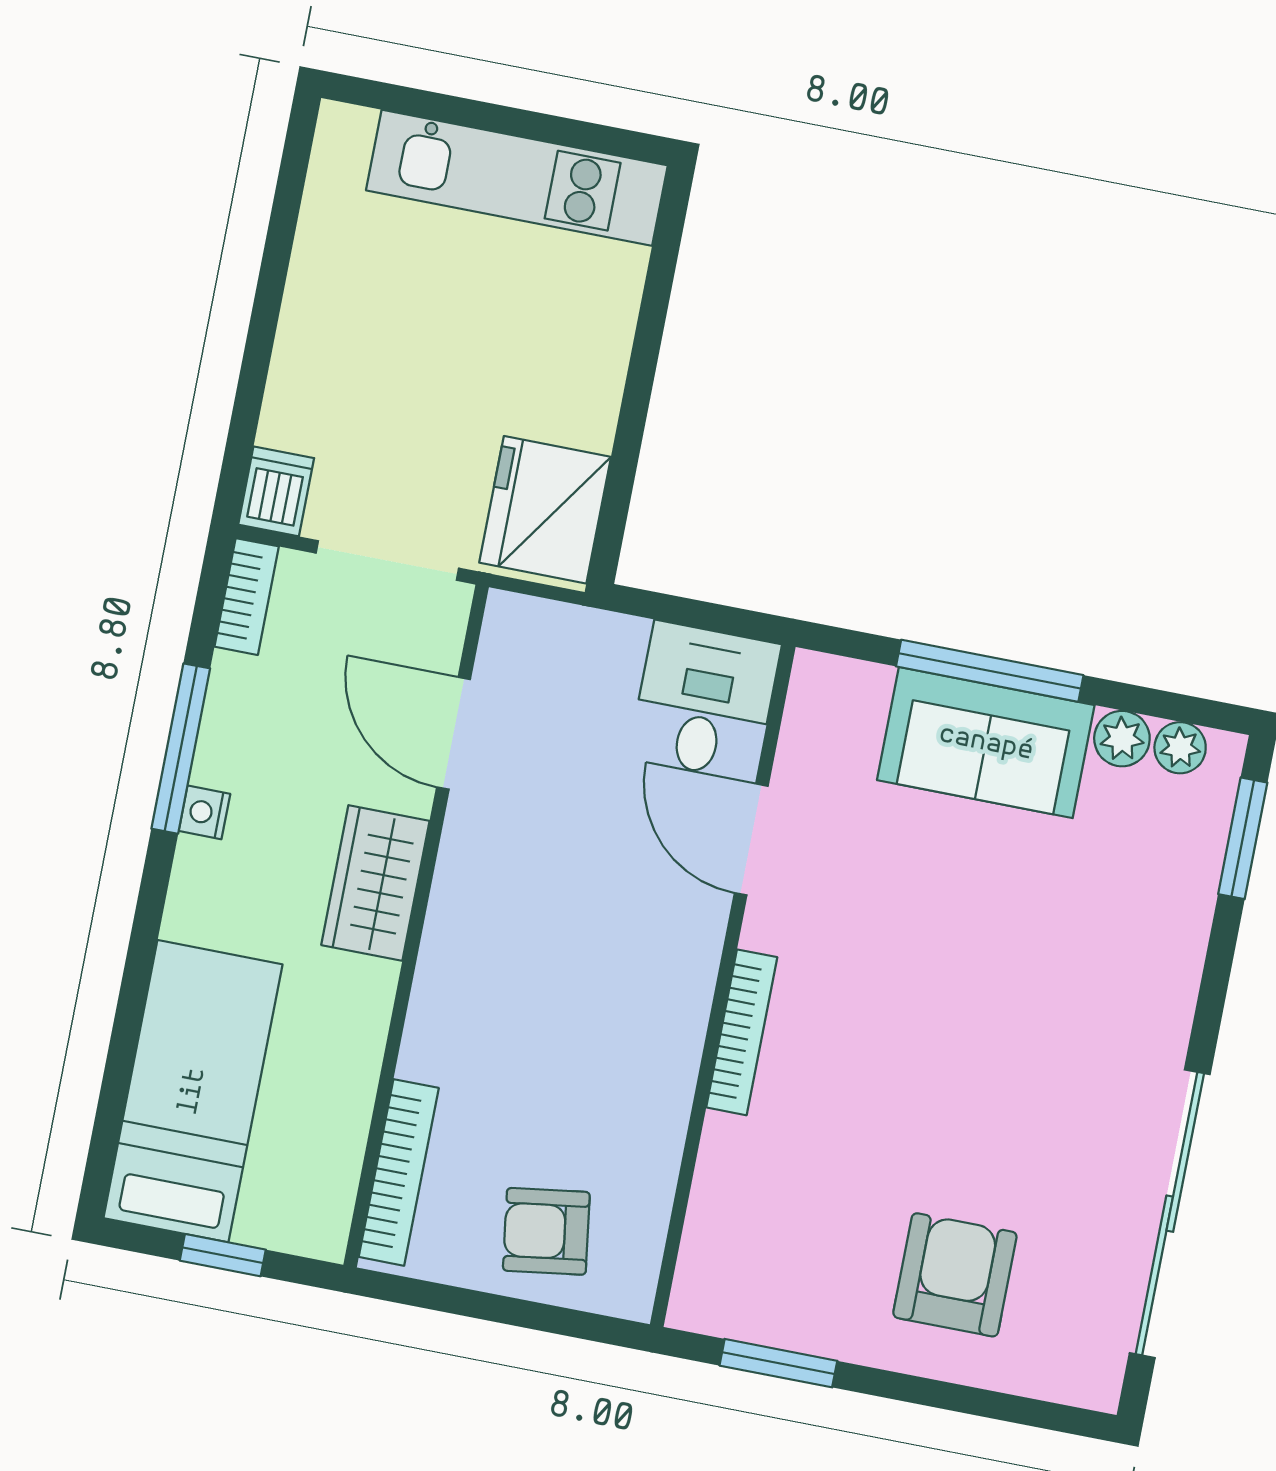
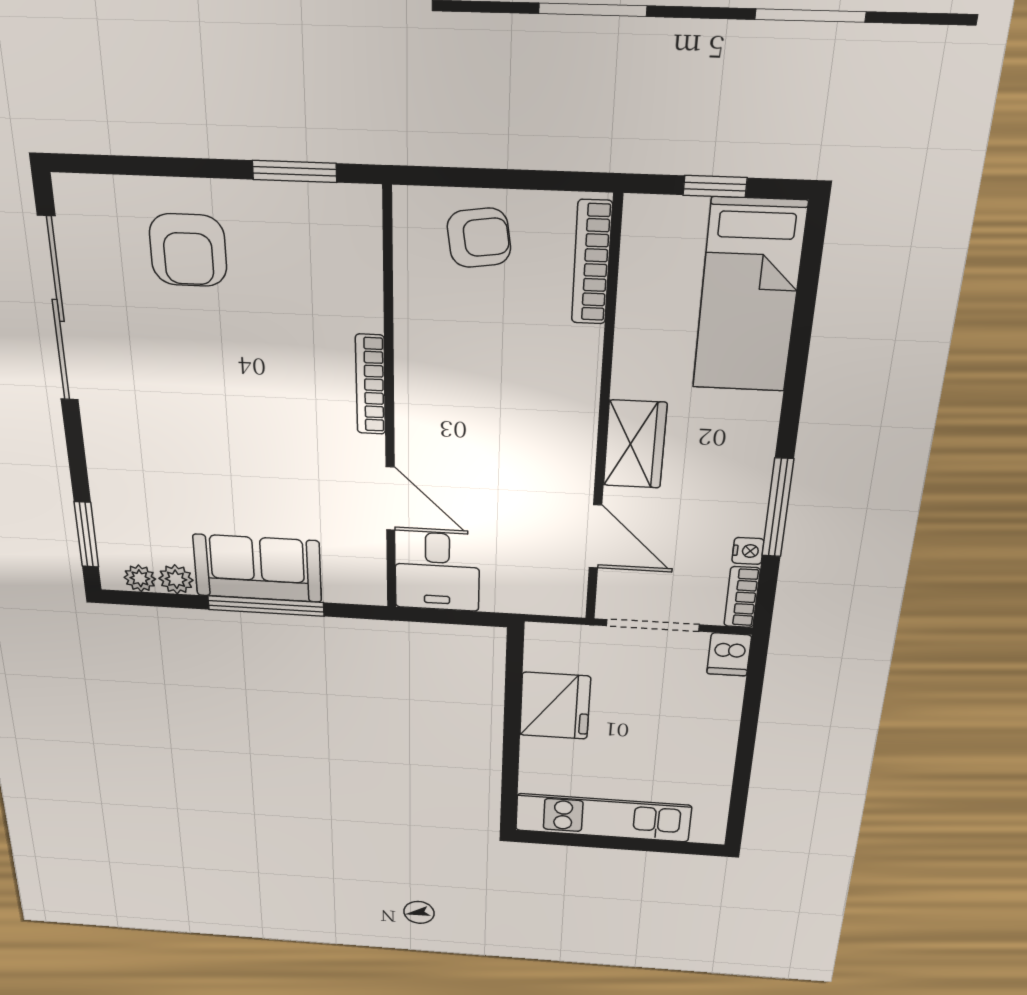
fridge: (545, 510) -> (555, 706), moved
nightstand: (204, 812) -> (748, 551), moved

